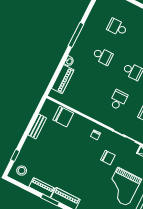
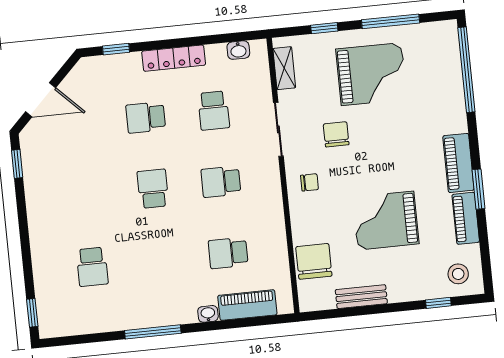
school desk: (103, 56) -> (228, 253), moved, turned -90
grand piano: (61, 155) -> (386, 220), added

